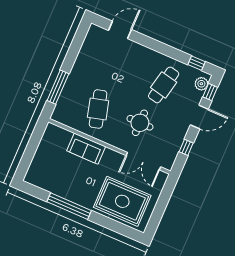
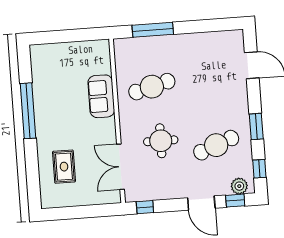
window: (165, 50) -> (256, 126), added
cafe table: (164, 85) -> (216, 145), turned -33
window: (186, 147) -> (145, 207), moved
rug: (122, 201) -> (64, 167), width x0.54, depth x0.49

